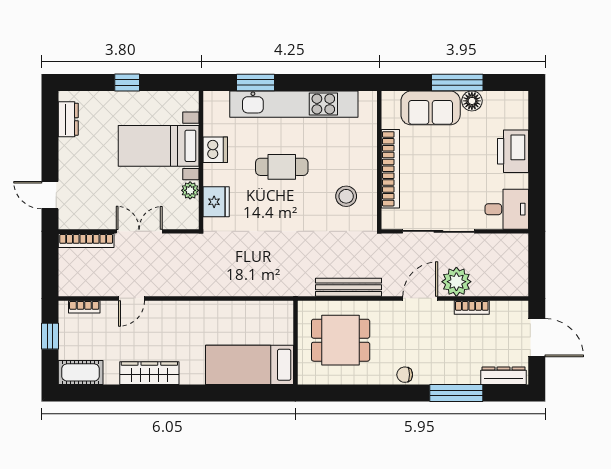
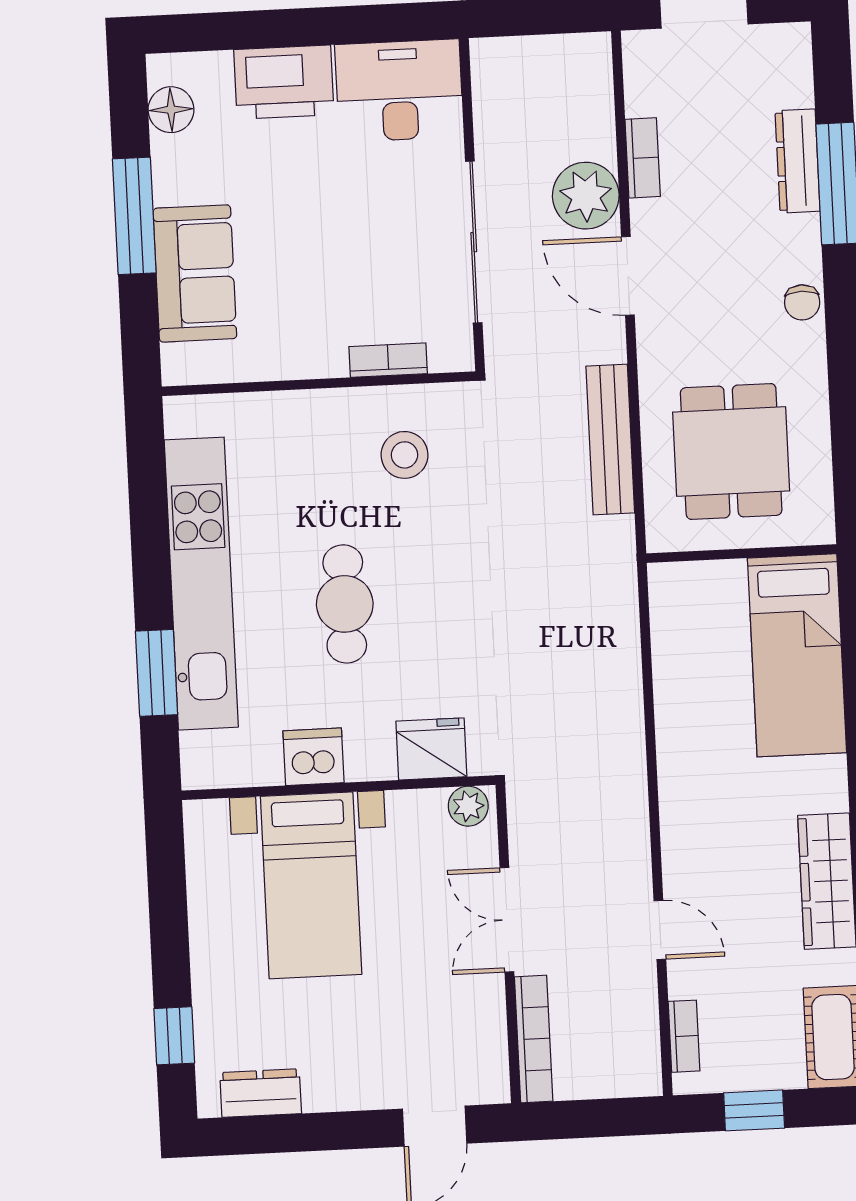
window: (127, 82) -> (174, 1036), moved
floor lamp: (472, 101) -> (171, 110), moved
bookcase: (390, 169) -> (388, 360), width x0.43, depth x0.76
plant: (190, 190) -> (468, 806), moved
desk: (507, 209) -> (399, 91), width x1.37
dresser: (504, 376) -> (798, 161), moved

